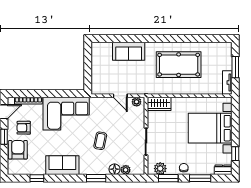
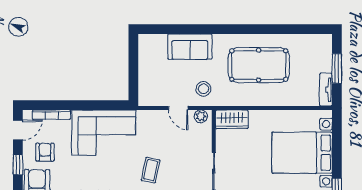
stool: (139, 82) -> (203, 89), added
armchair: (24, 128) -> (45, 152), turned 90

